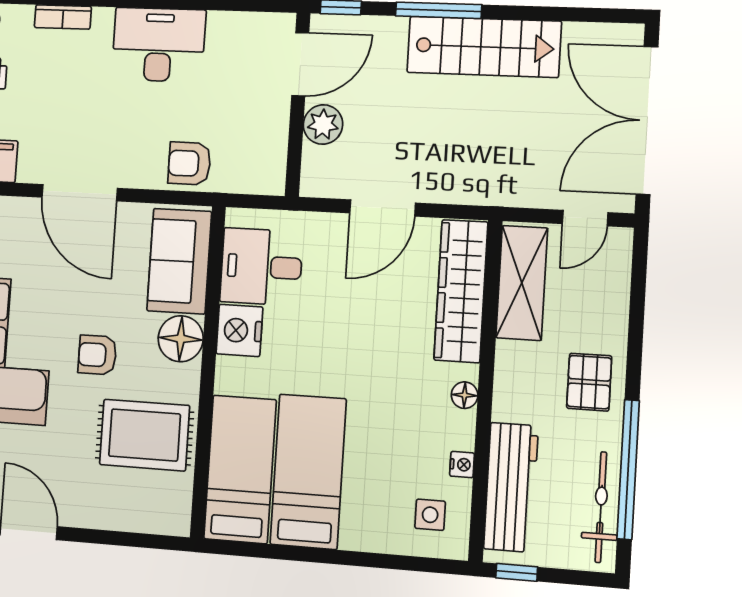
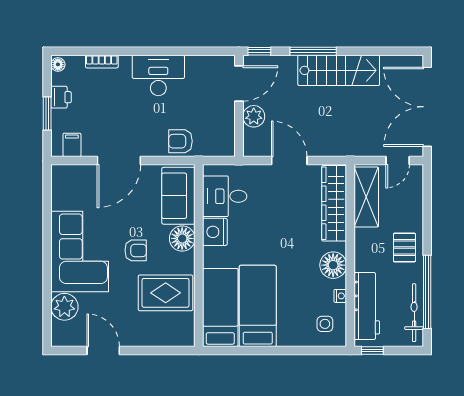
door: (80, 193) -> (119, 161), hinge flipped
door: (383, 208) -> (289, 161), swing flipped
armchair: (97, 355) -> (136, 250), turned 180
floor lamp: (465, 395) -> (333, 265), width x1.89, depth x1.89

